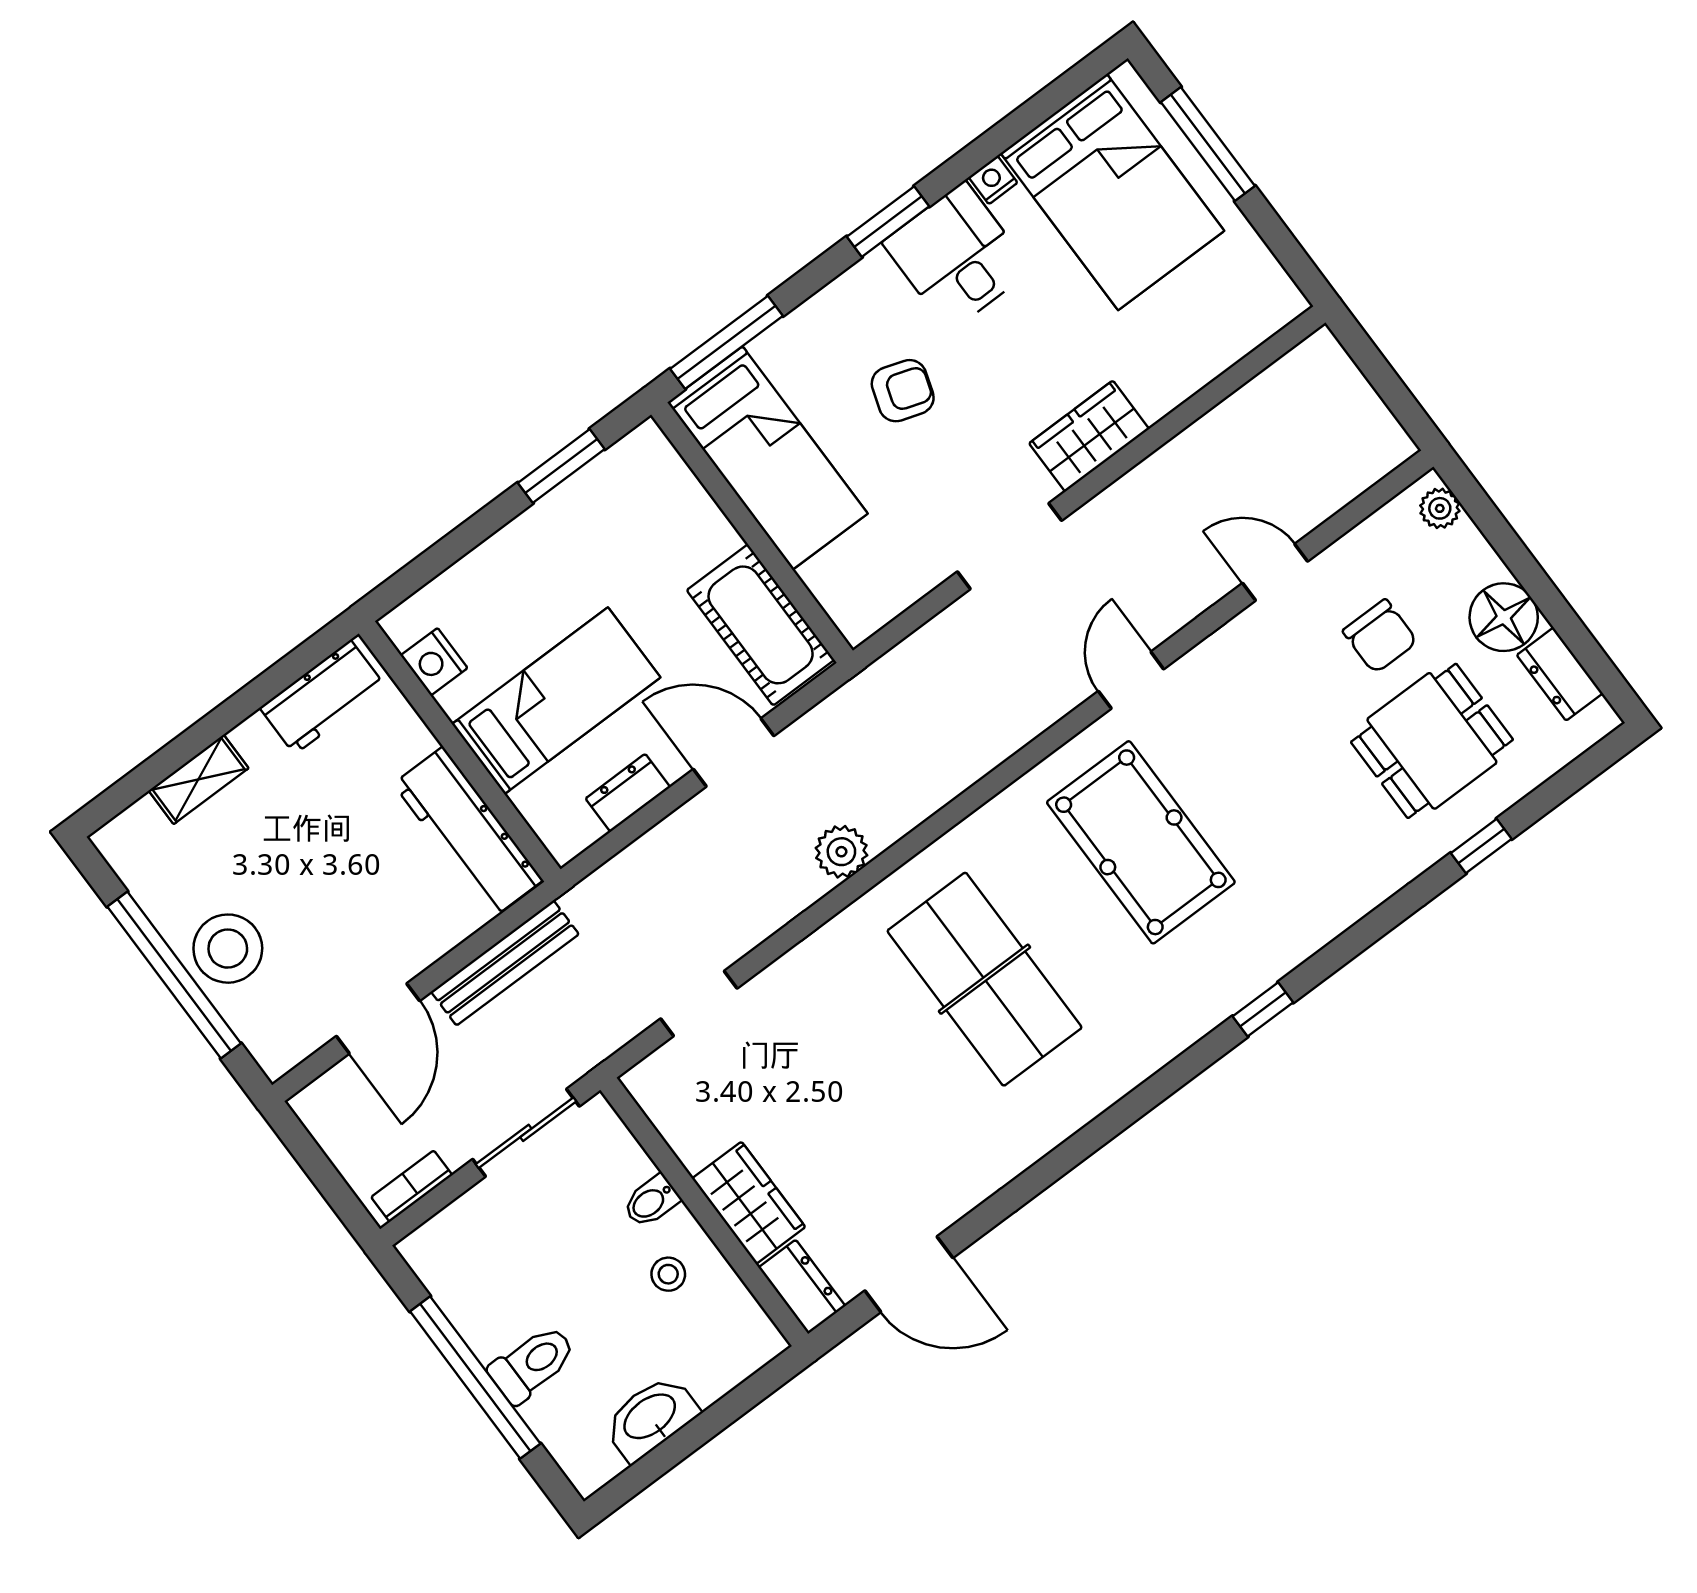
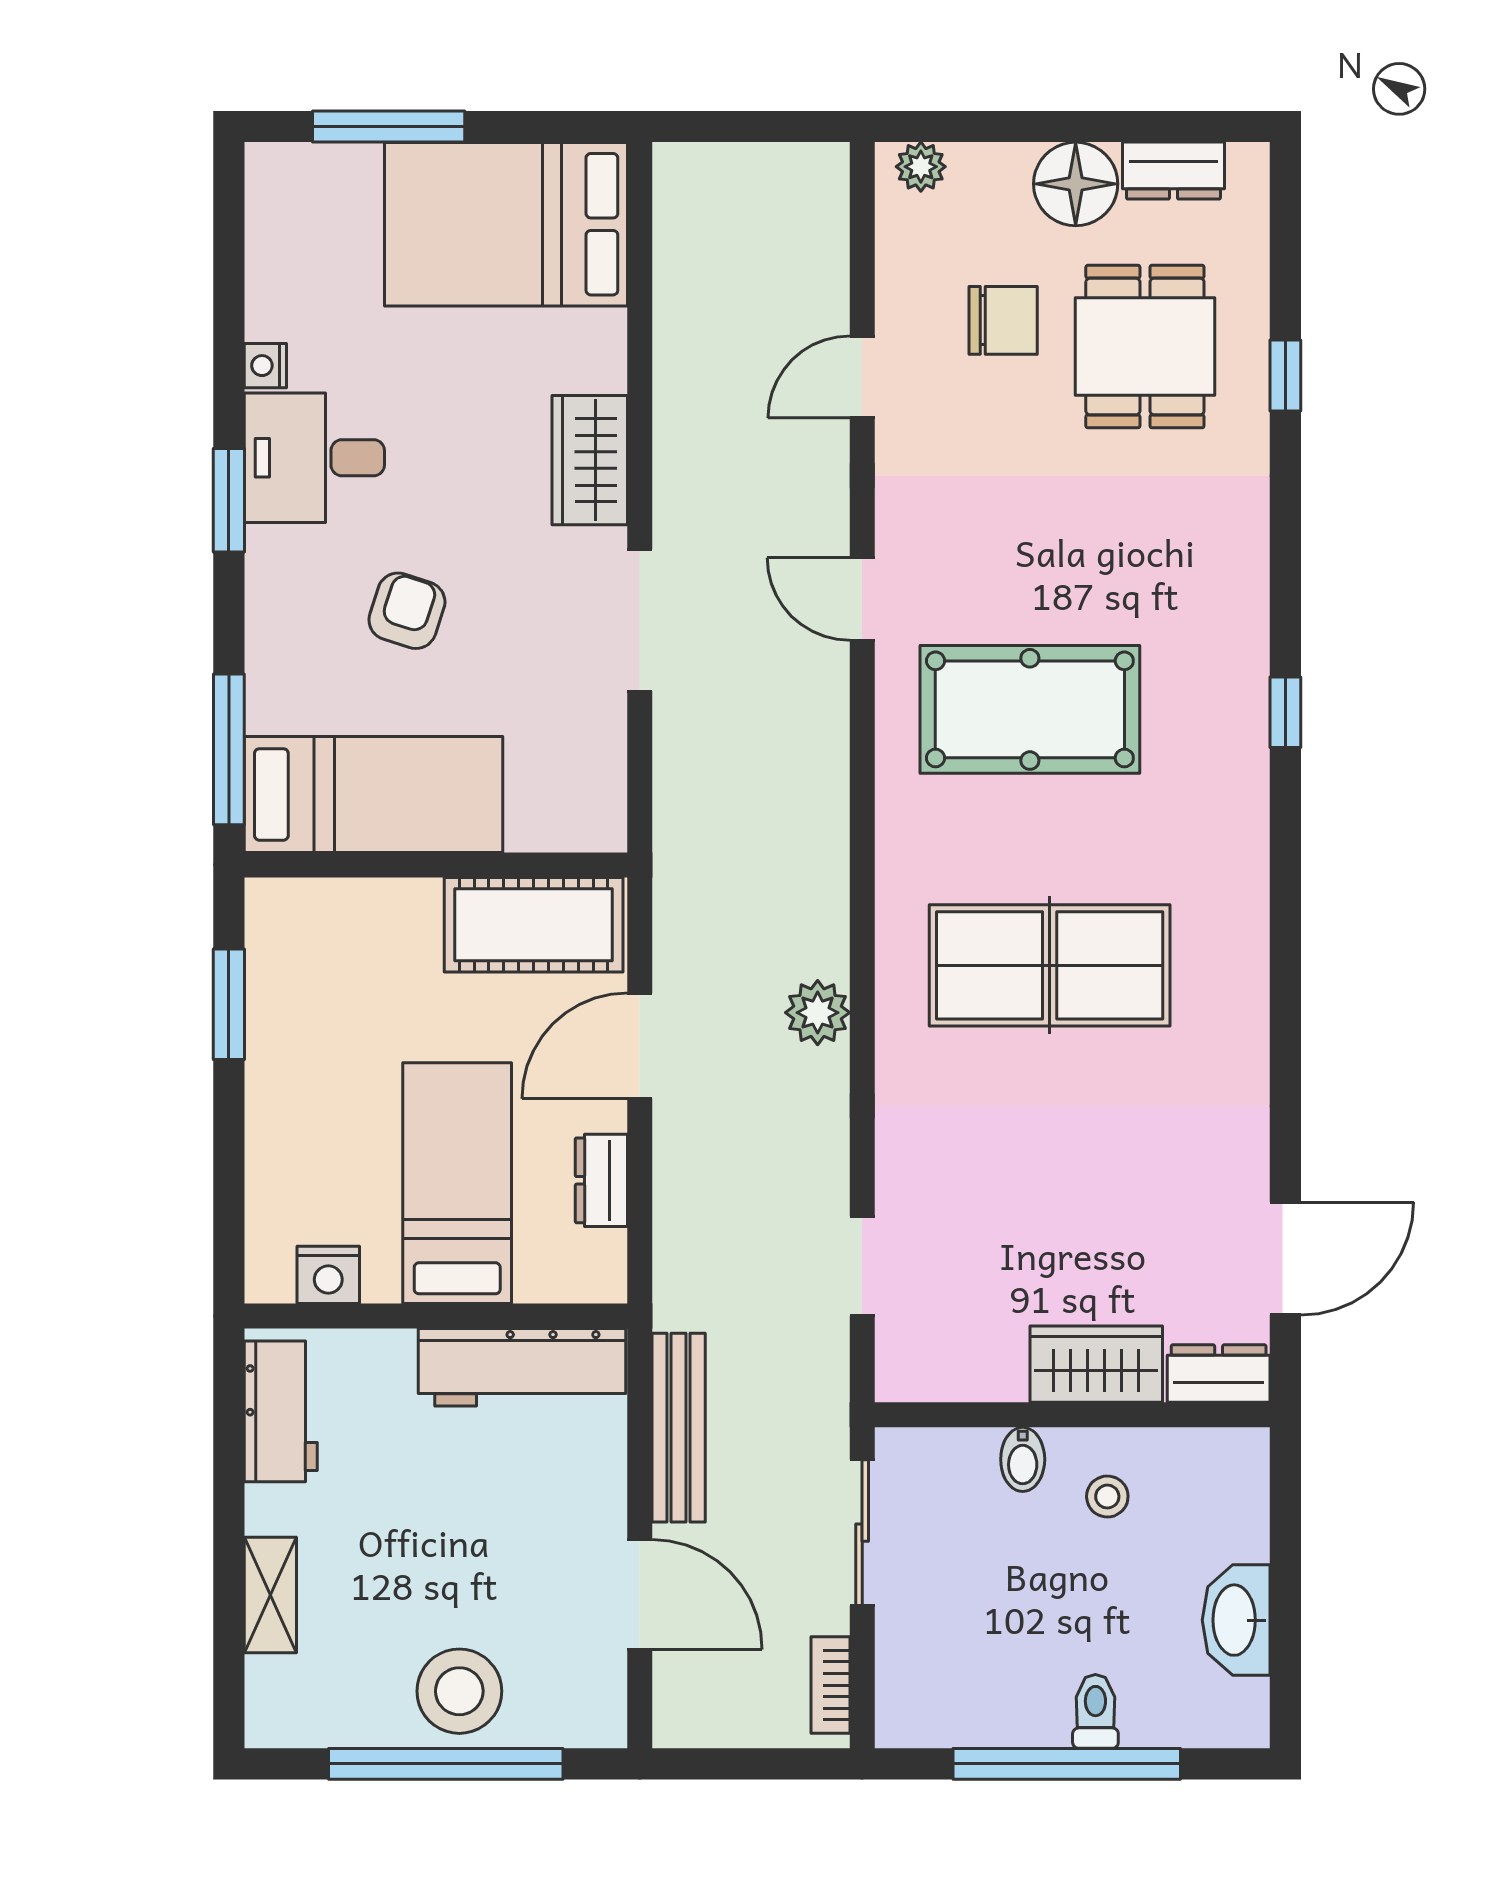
bed: (1112, 192) -> (506, 224), moved, turned 180
toilet: (532, 1364) -> (1095, 1711), width x0.73, depth x0.72

